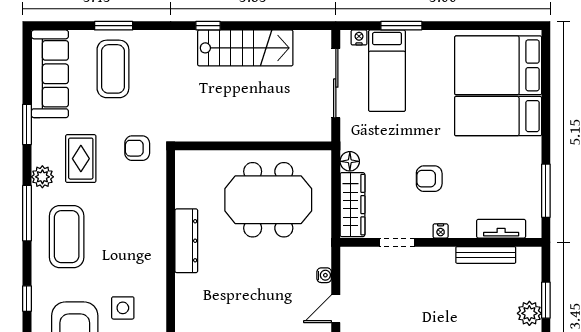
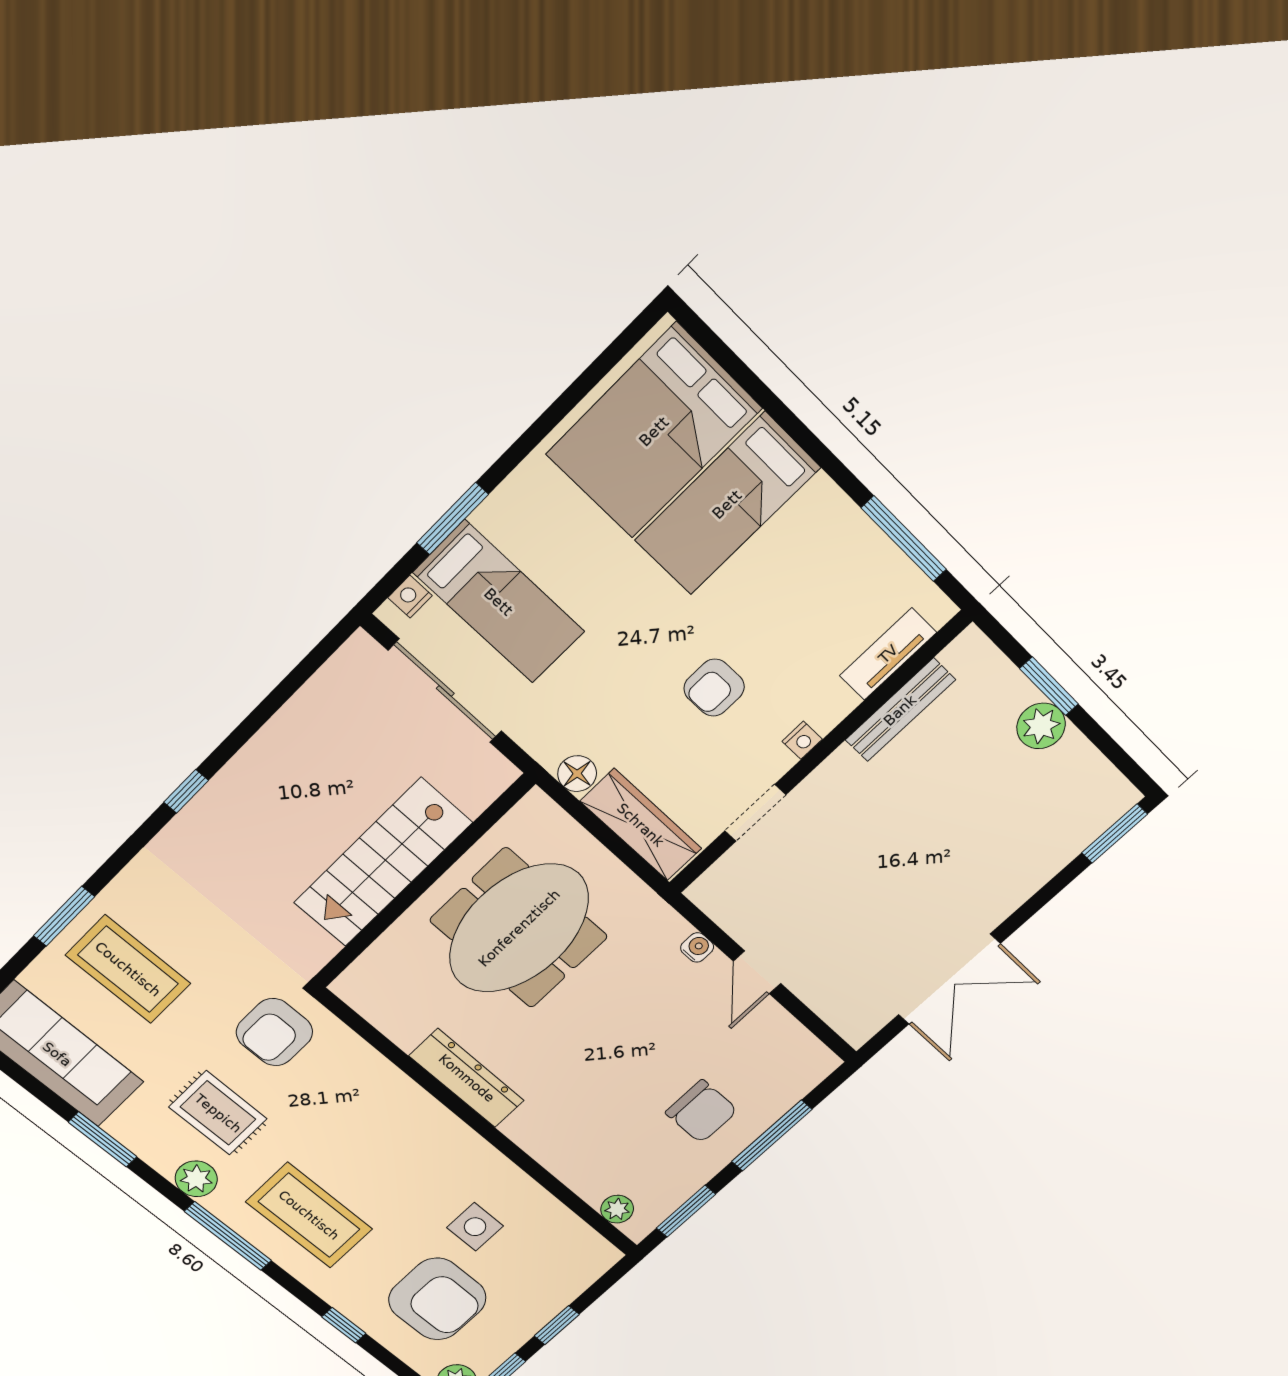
stairs: (245, 48) -> (383, 863), moved, turned 180
armchair: (137, 148) -> (274, 1032), width x1.38, depth x1.38

